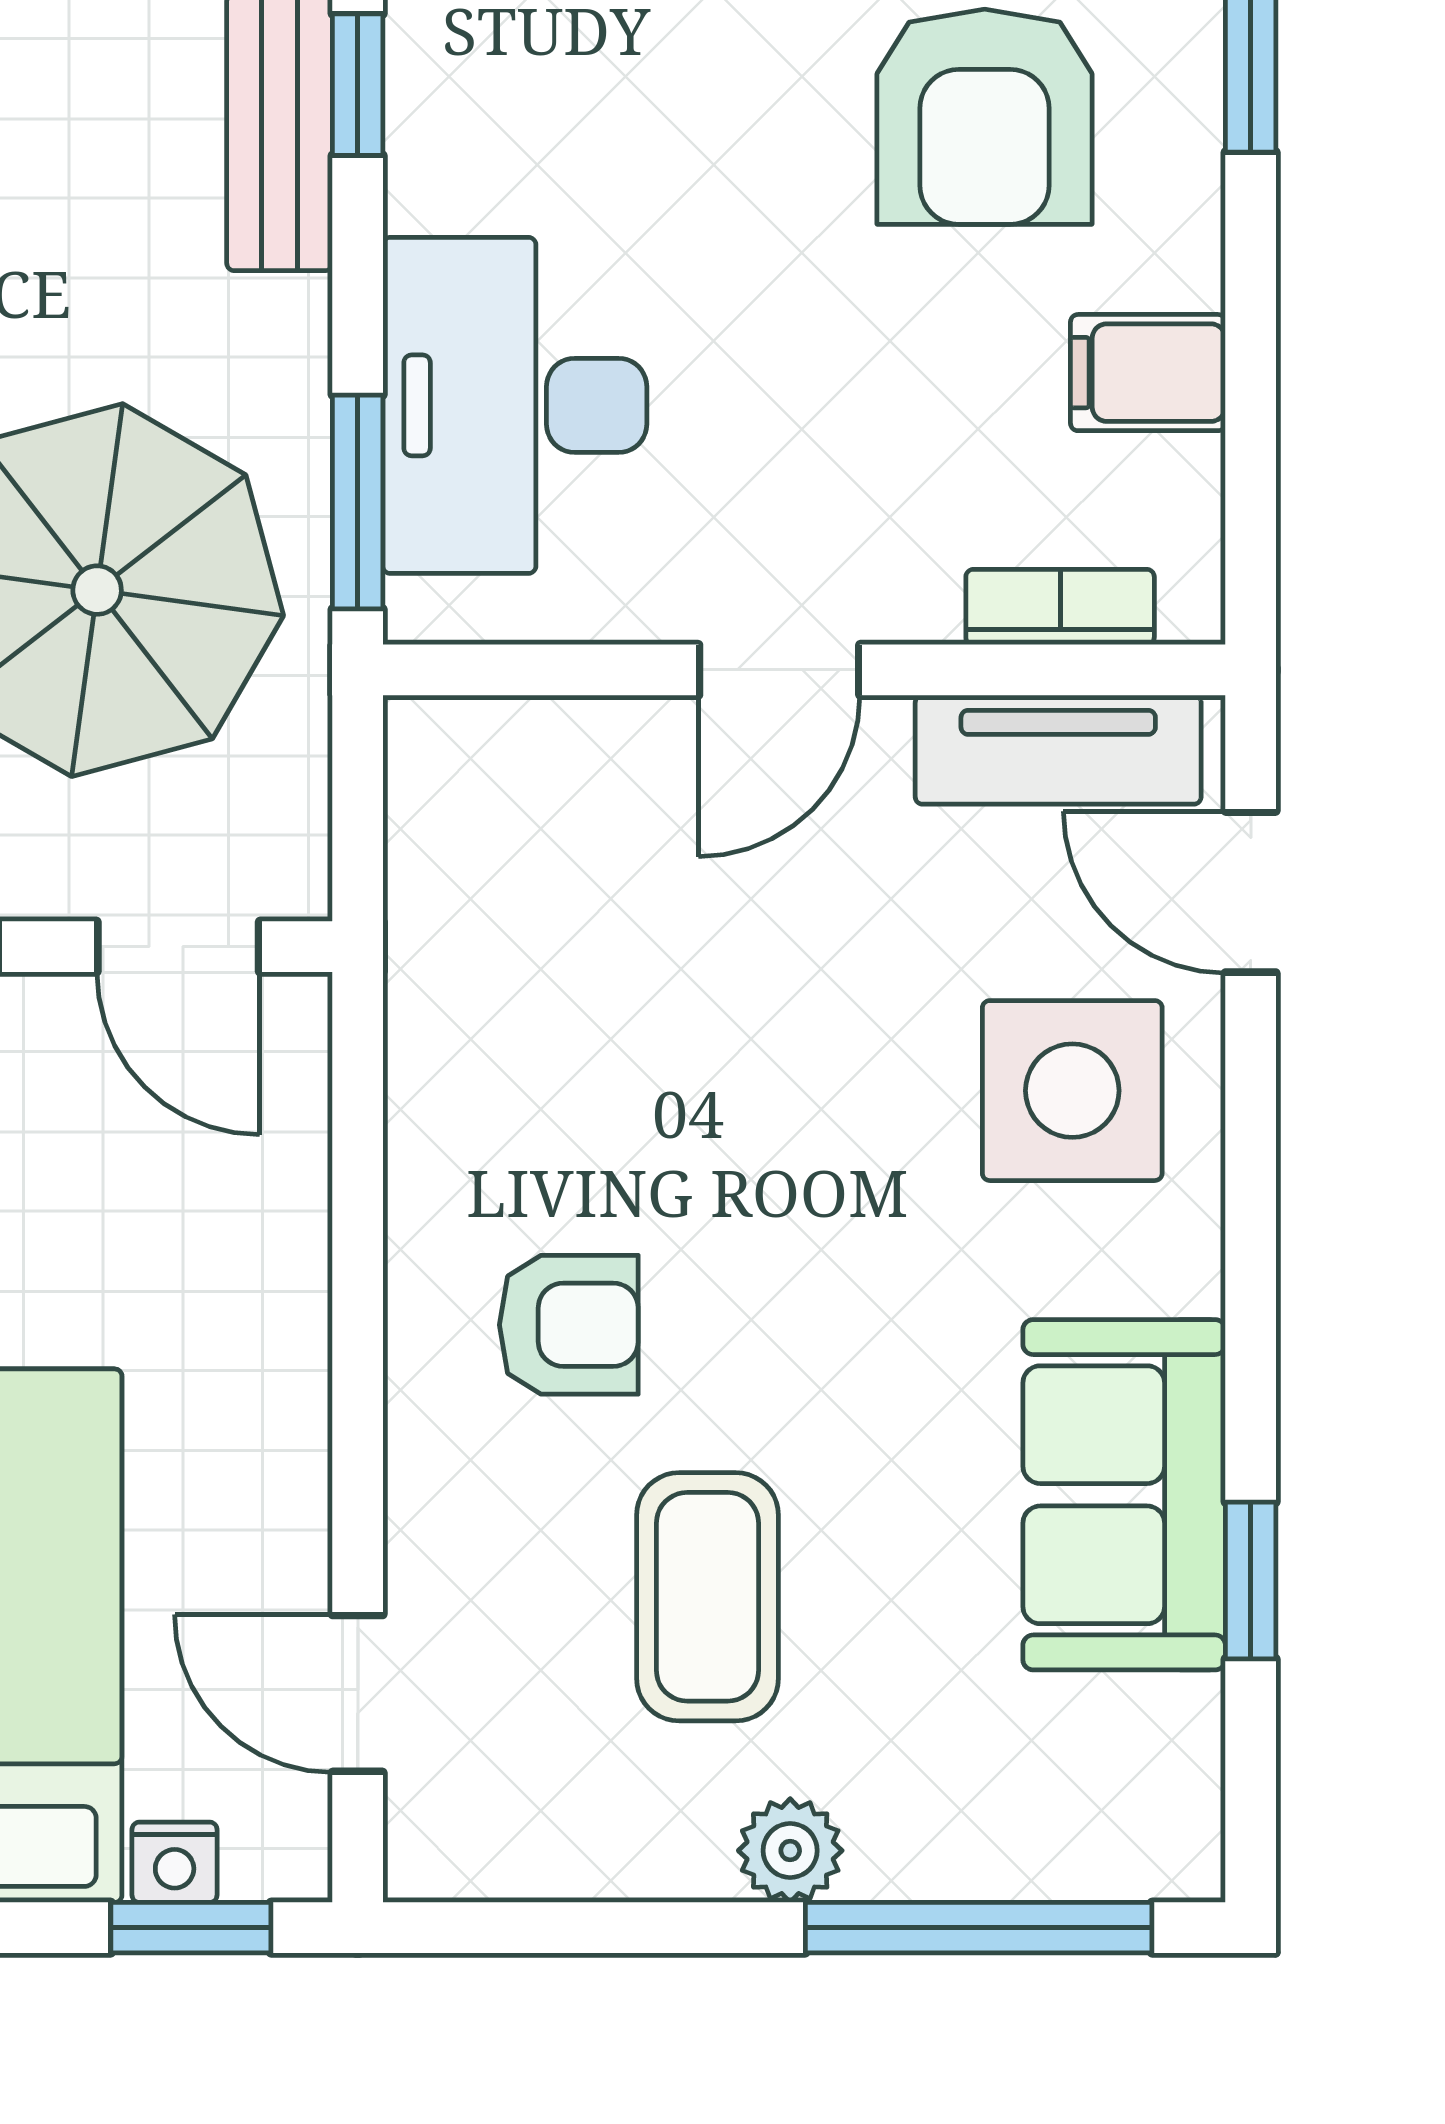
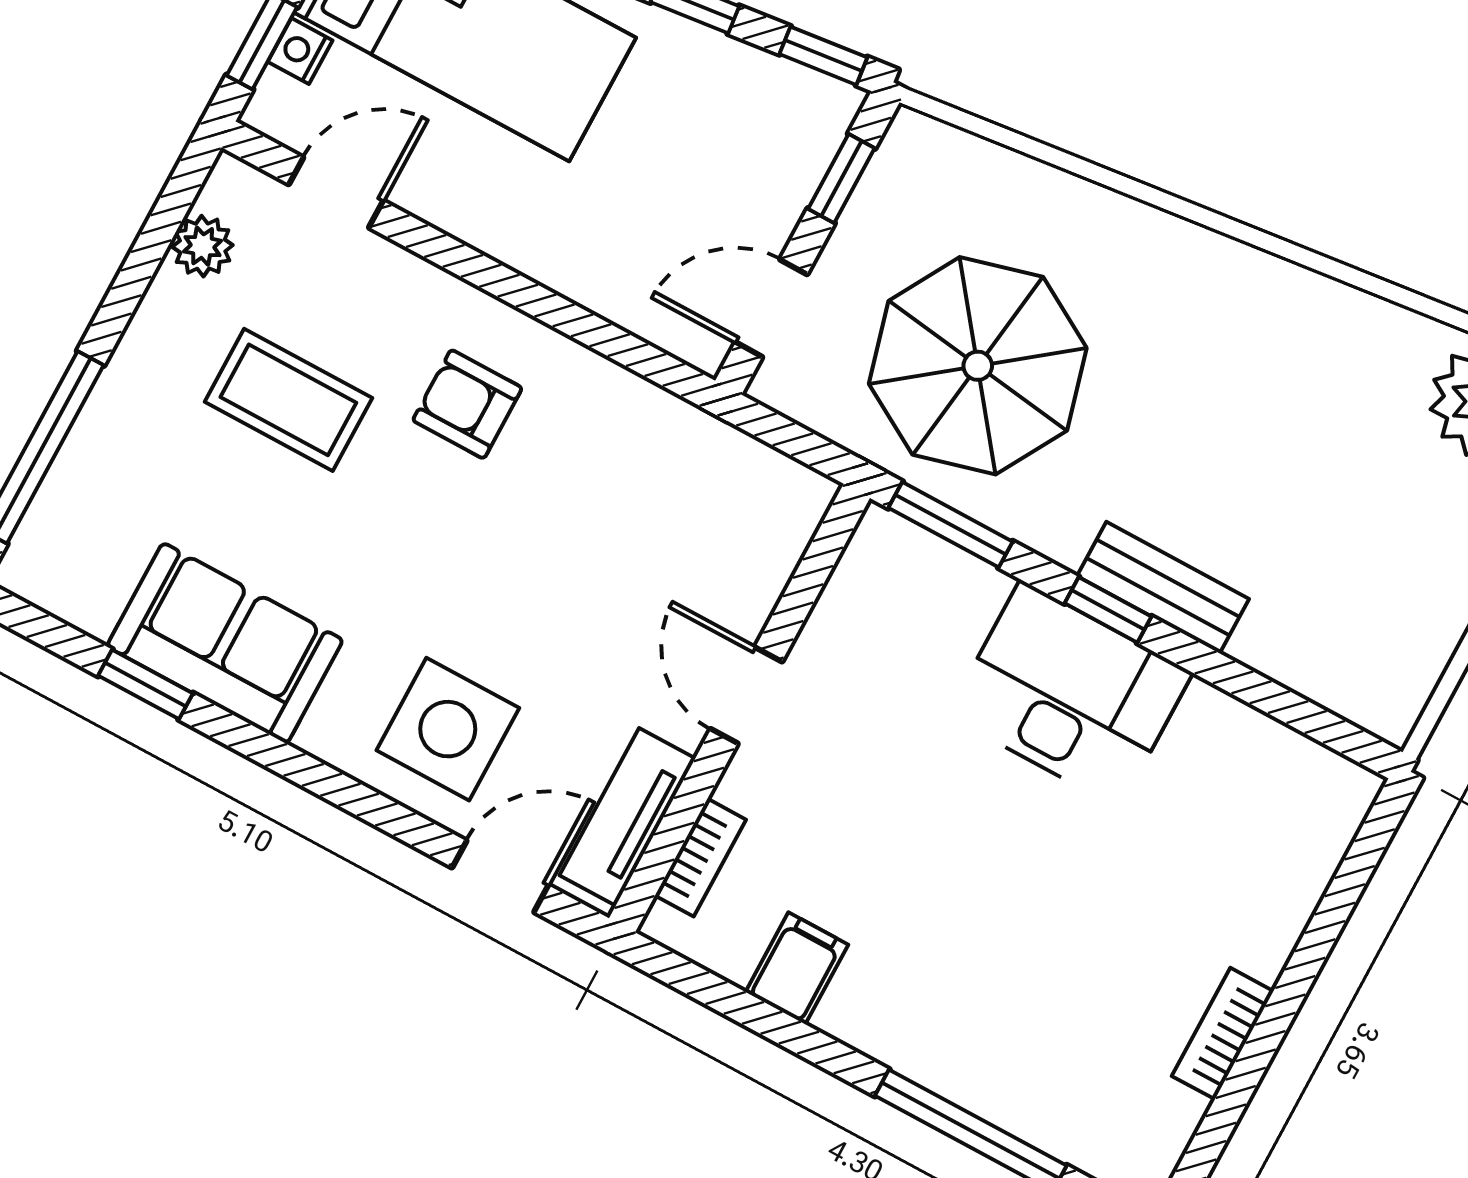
window: (358, 85) -> (1108, 610), moved
armchair: (985, 117) -> (974, 955), removed
desk: (515, 405) -> (1070, 694), moved
armchair: (569, 1325) -> (467, 404), turned 90
plant: (790, 1851) -> (203, 246), moved

